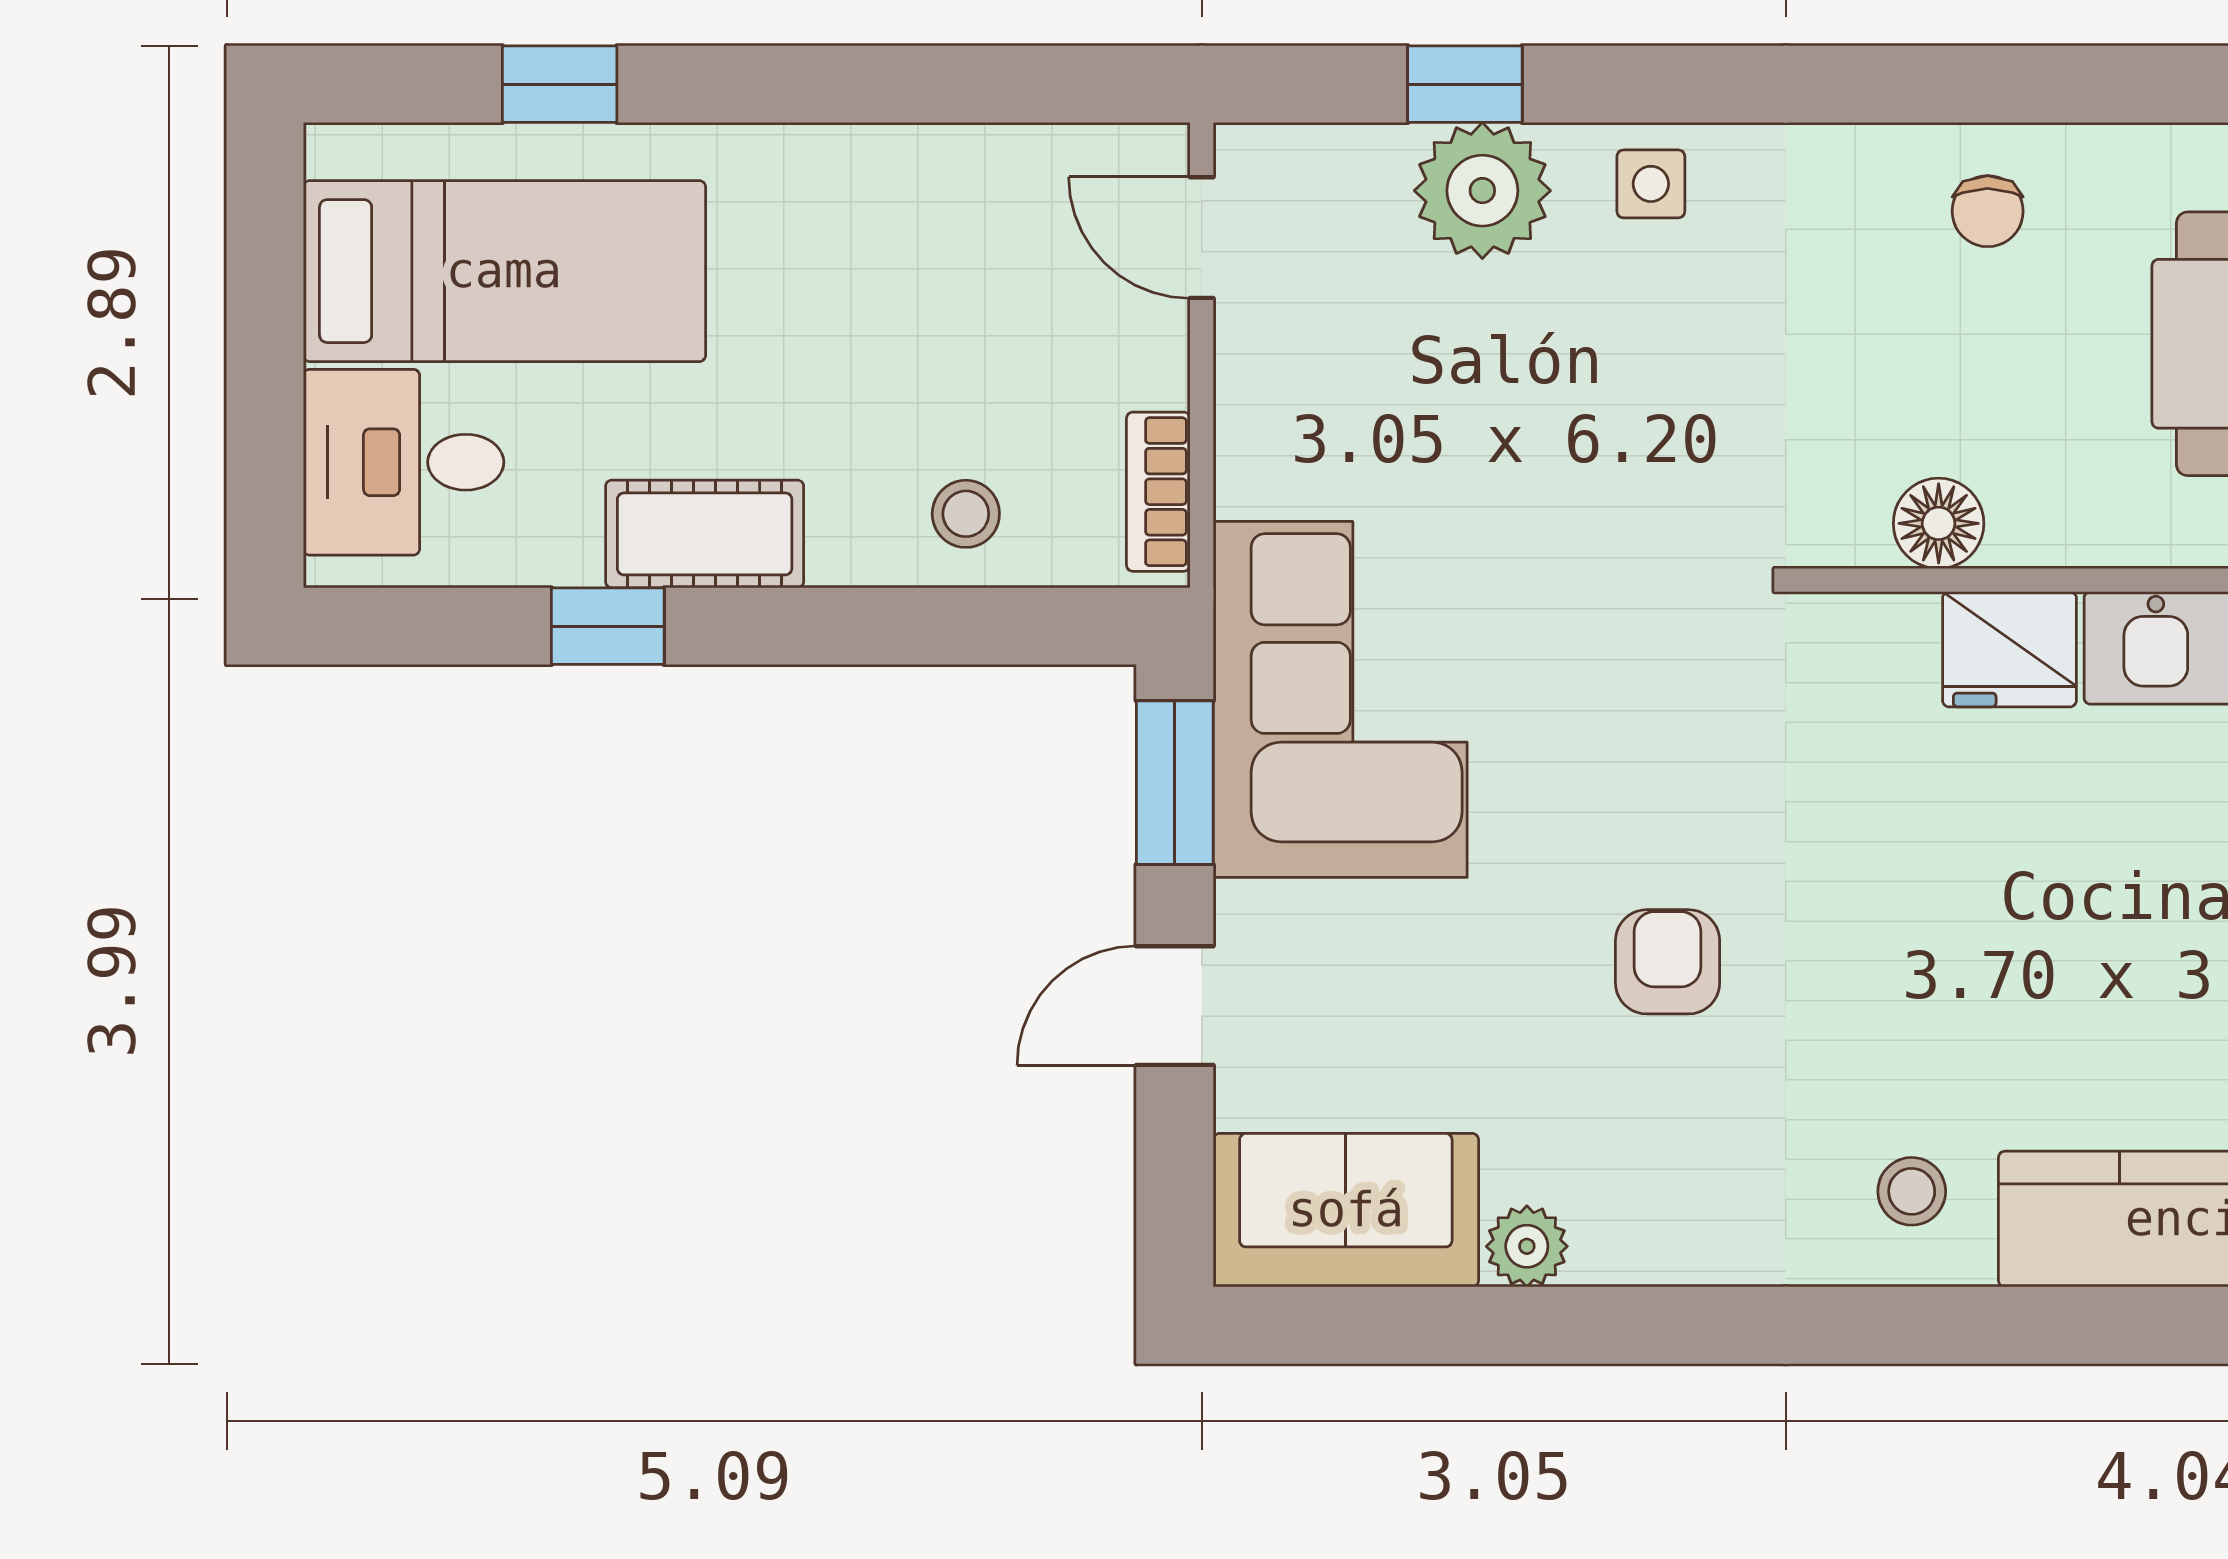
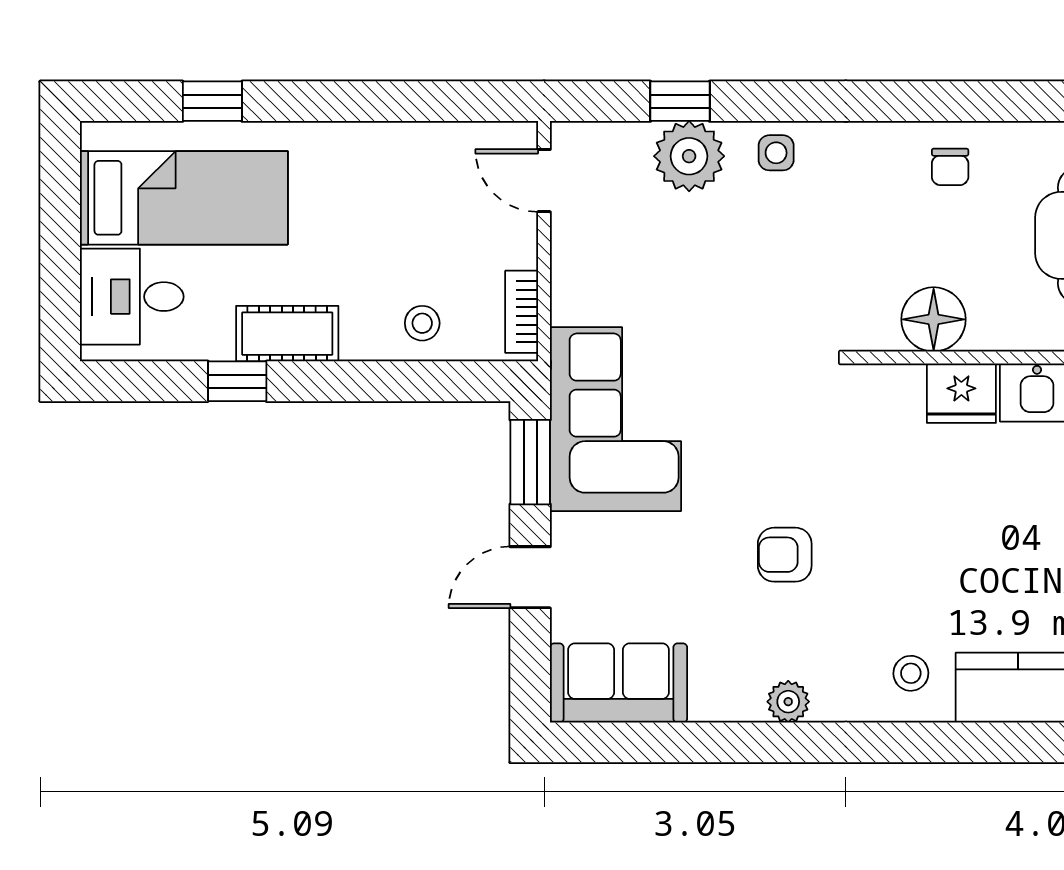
floor lamp: (1939, 523) -> (934, 319), width x1.38, depth x1.38
armchair: (1668, 962) -> (785, 555), turned -90
plant: (1527, 1246) -> (788, 702), moved

